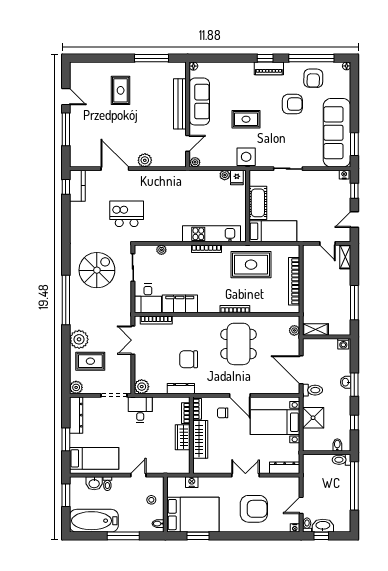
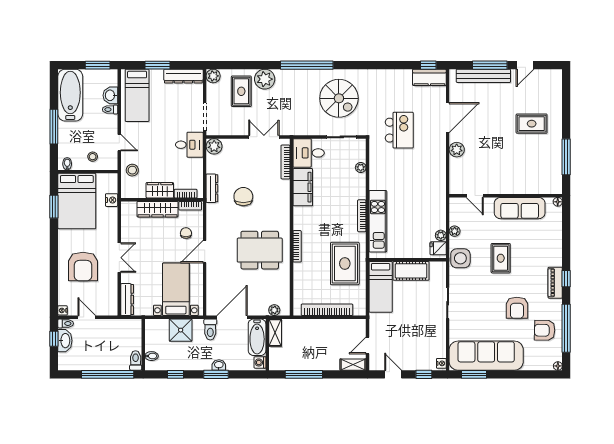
bench: (180, 104) -> (483, 76), moved
plant: (195, 162) -> (455, 231), moved
bathtub: (320, 346) -> (257, 337), added
stool: (164, 463) -> (132, 170), added

